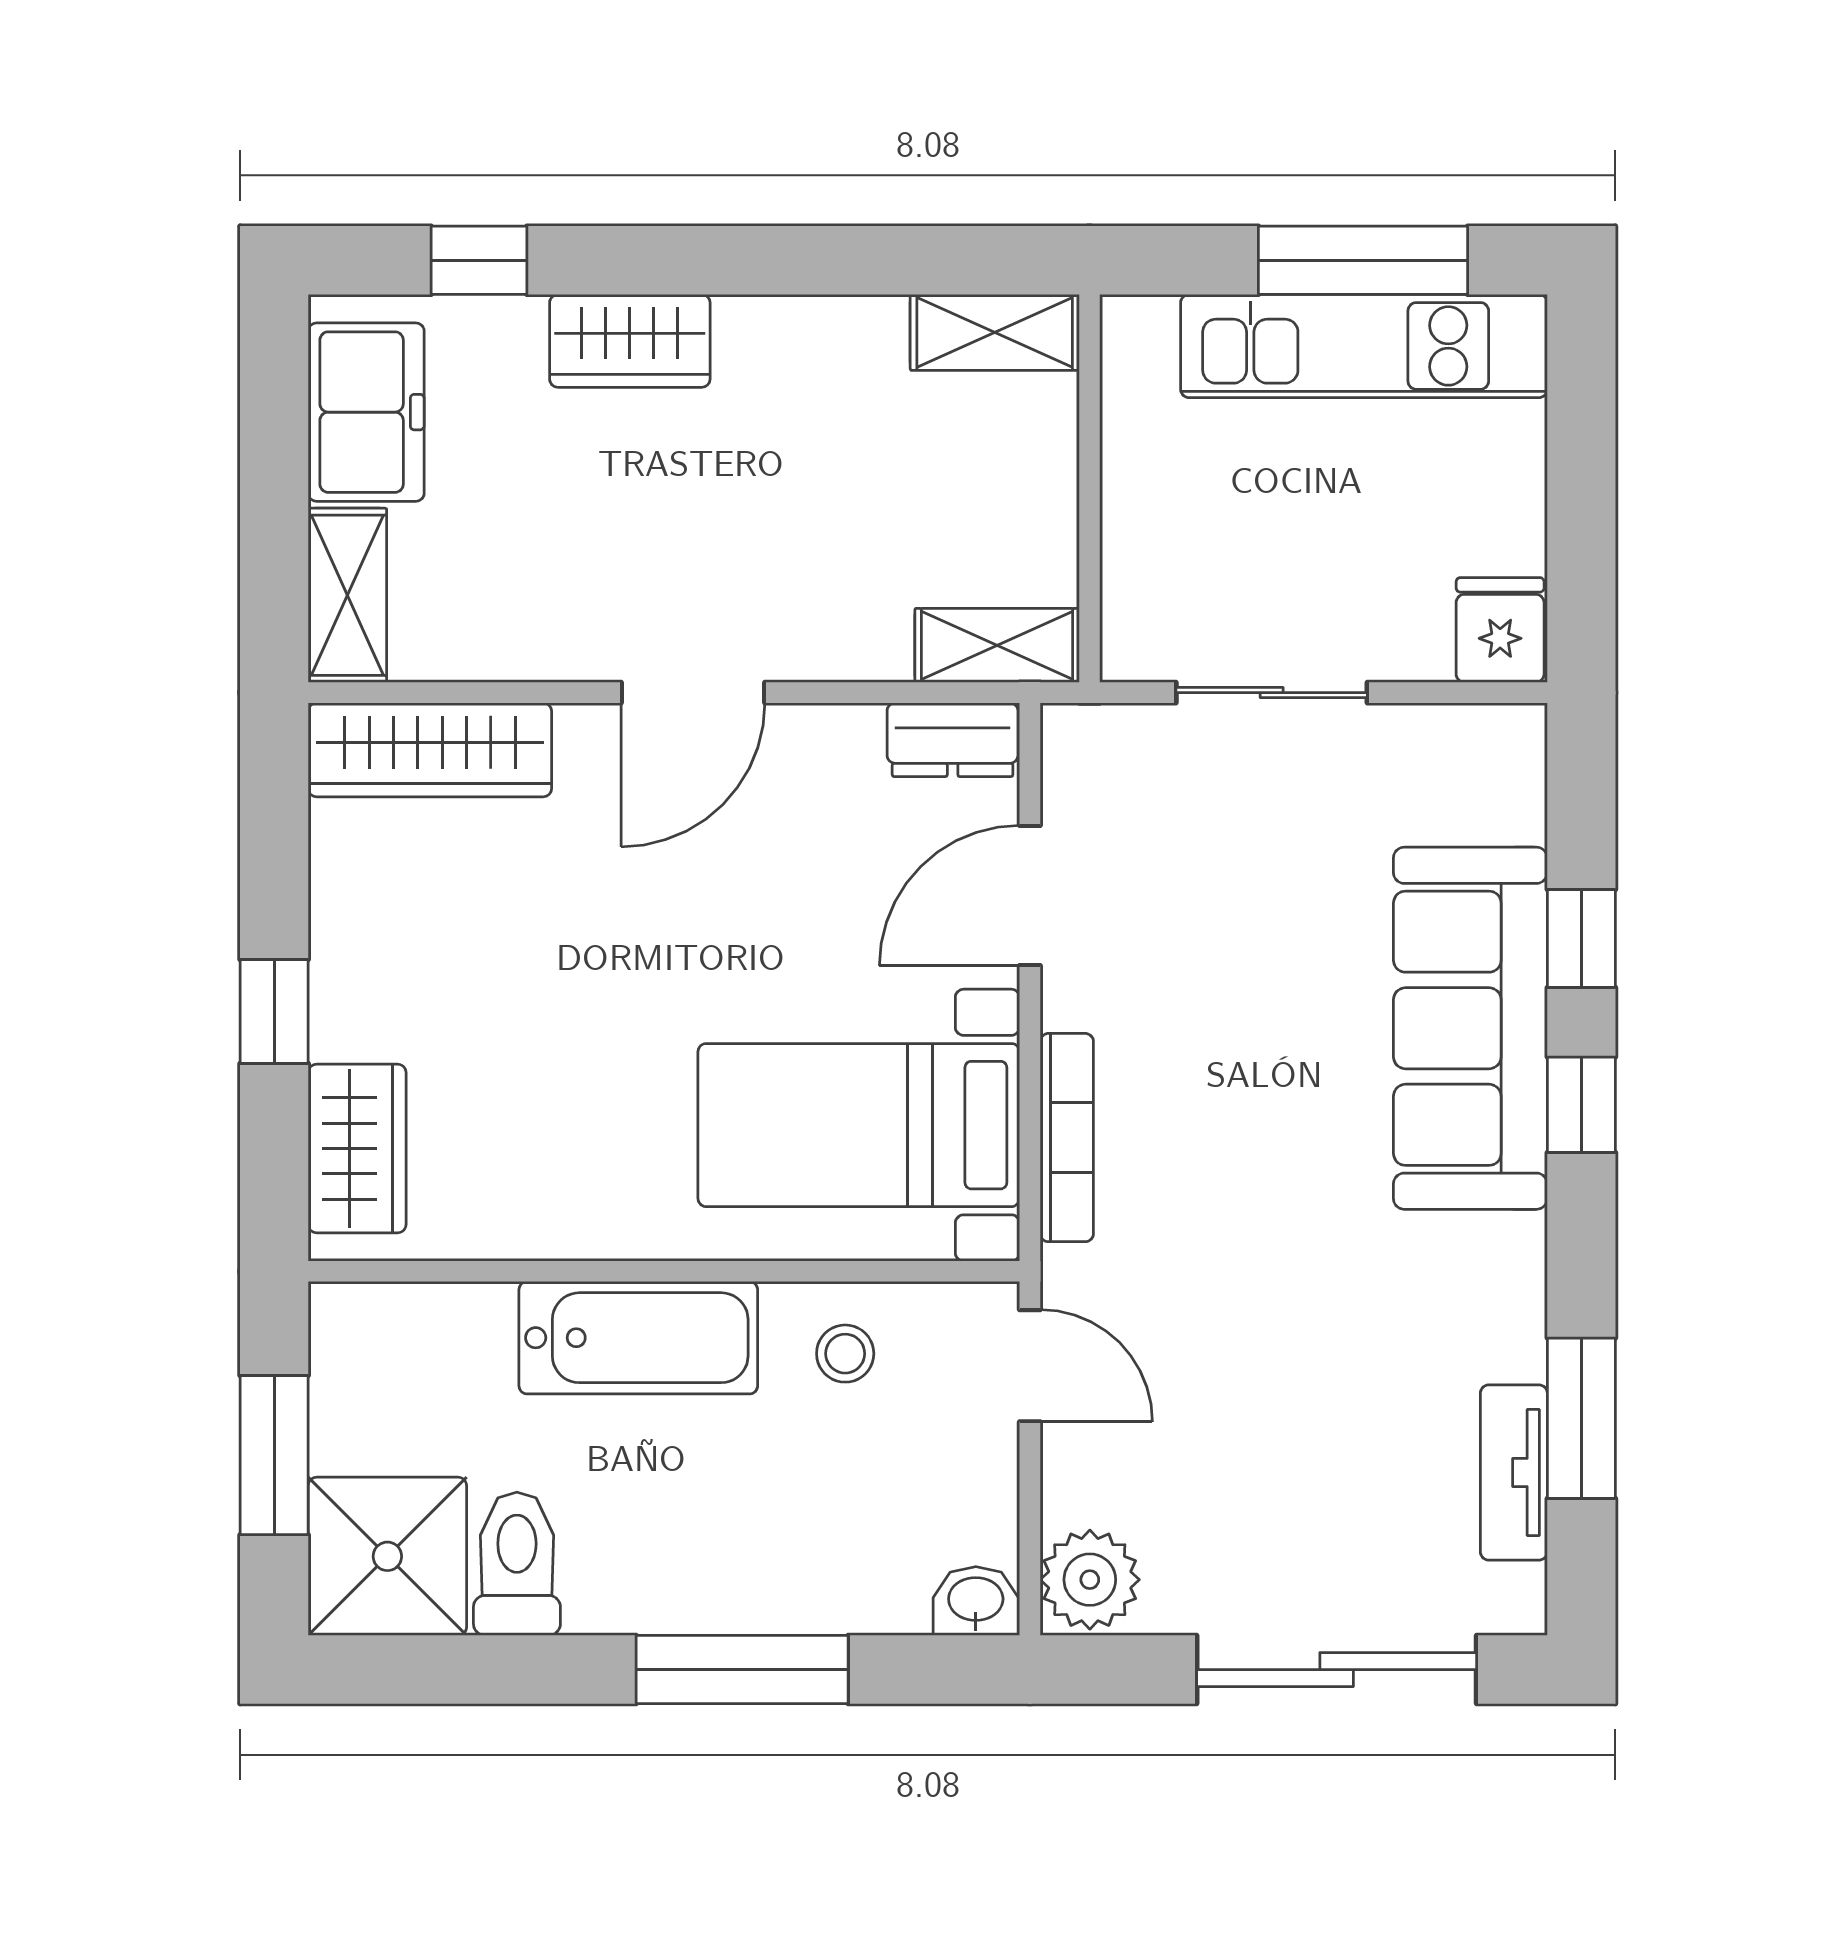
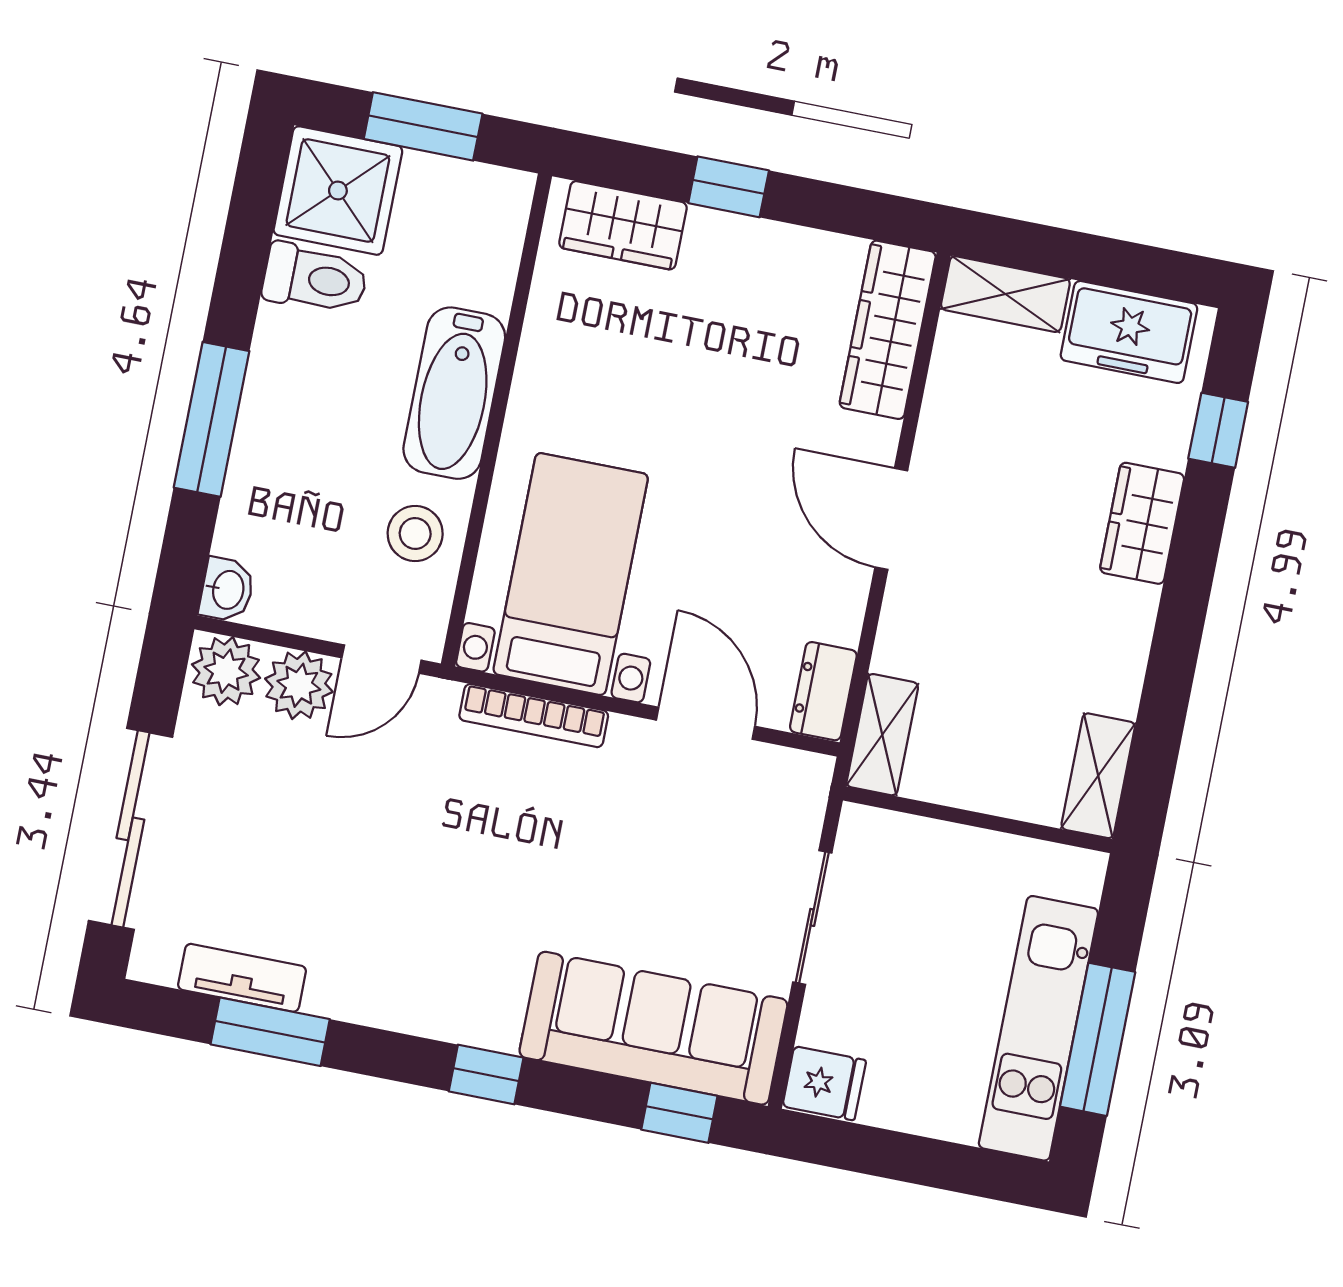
window: (1581, 939) -> (679, 1113), moved
sofa: (1470, 1028) -> (653, 1028), moved
stool: (845, 1354) -> (415, 534), width x1.37, depth x1.37
plant: (1089, 1474) -> (299, 685), added

